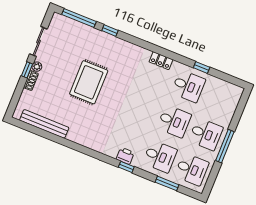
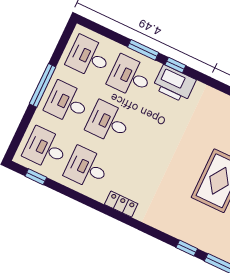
window: (202, 68) -> (36, 177), moved
desk: (220, 99) -> (45, 148), added
printer: (125, 156) -> (174, 84), width x1.87, depth x1.48
window: (167, 183) -> (143, 50), moved

